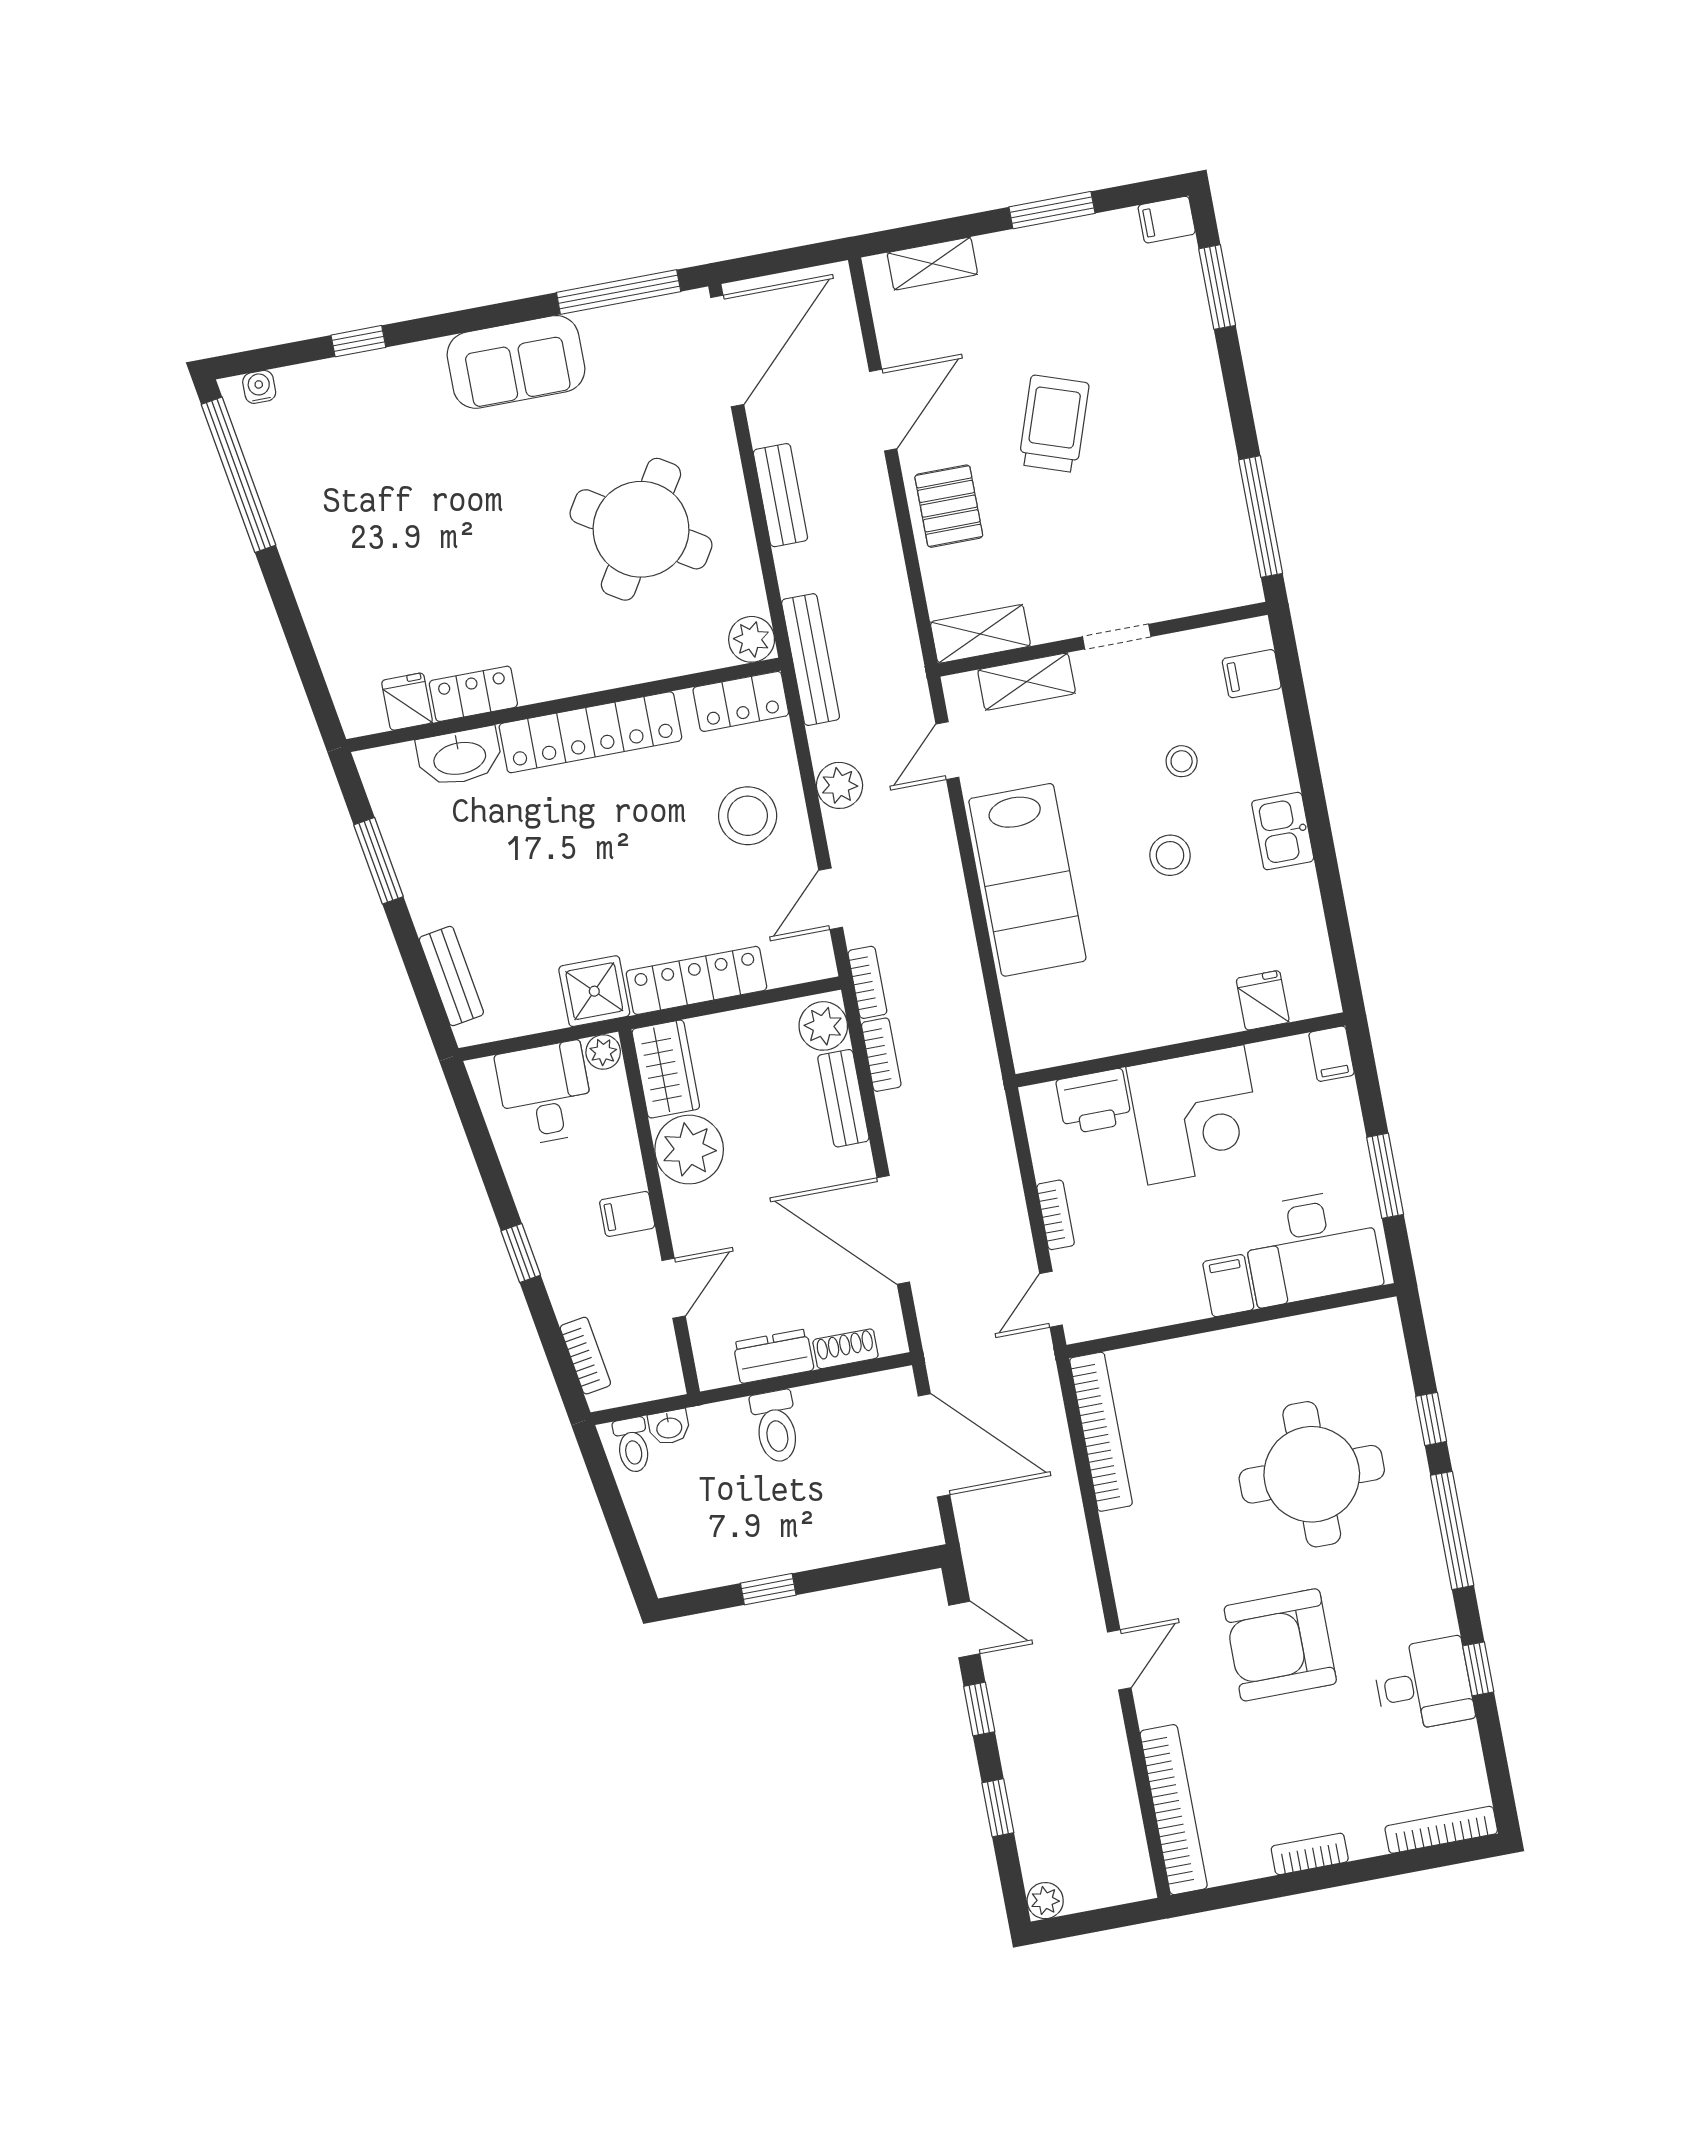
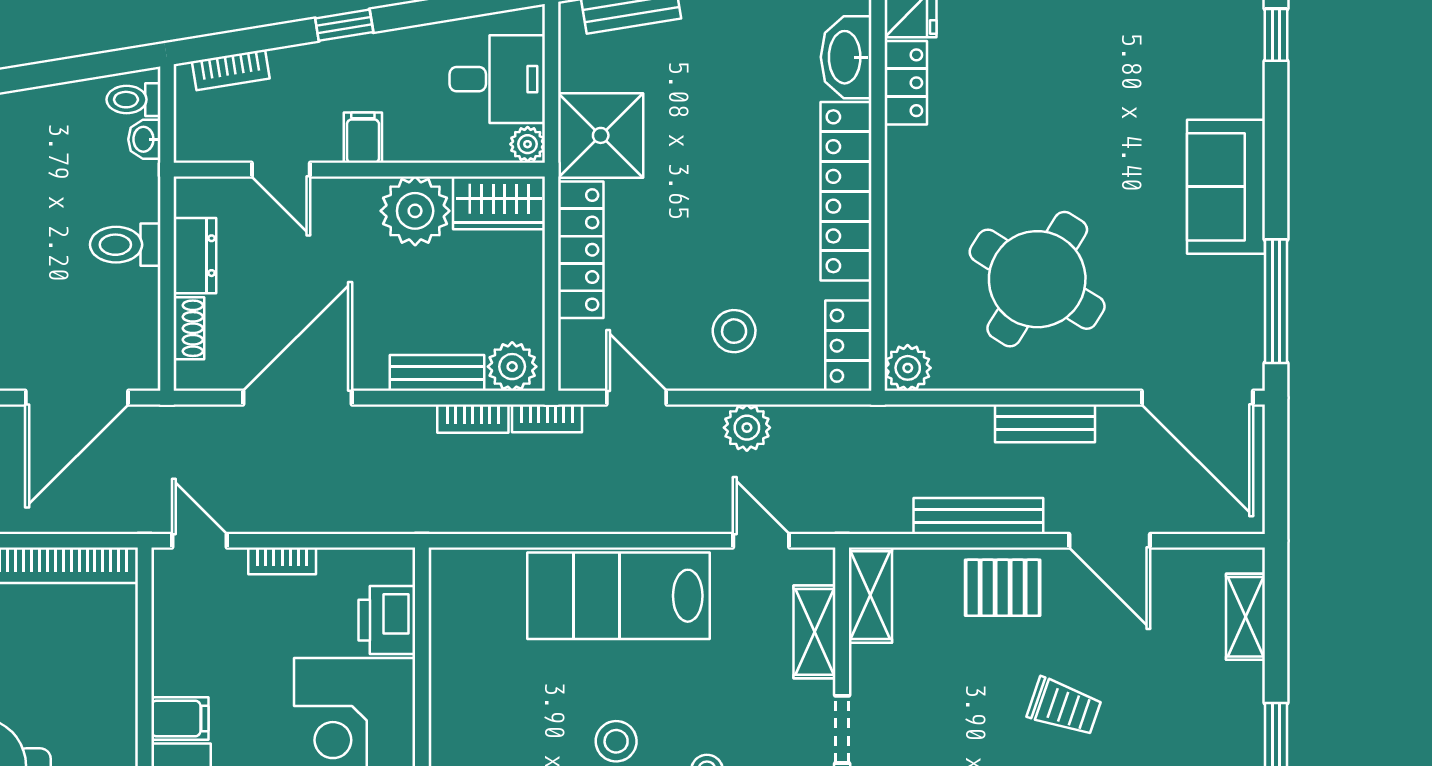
trolley: (1054, 424) -> (1064, 707), width x0.73, depth x0.72
bench: (811, 660) -> (978, 516), moved
stool: (748, 816) -> (734, 331), width x0.73, depth x0.73
shower: (594, 991) -> (601, 135), width x1.36, depth x1.36

